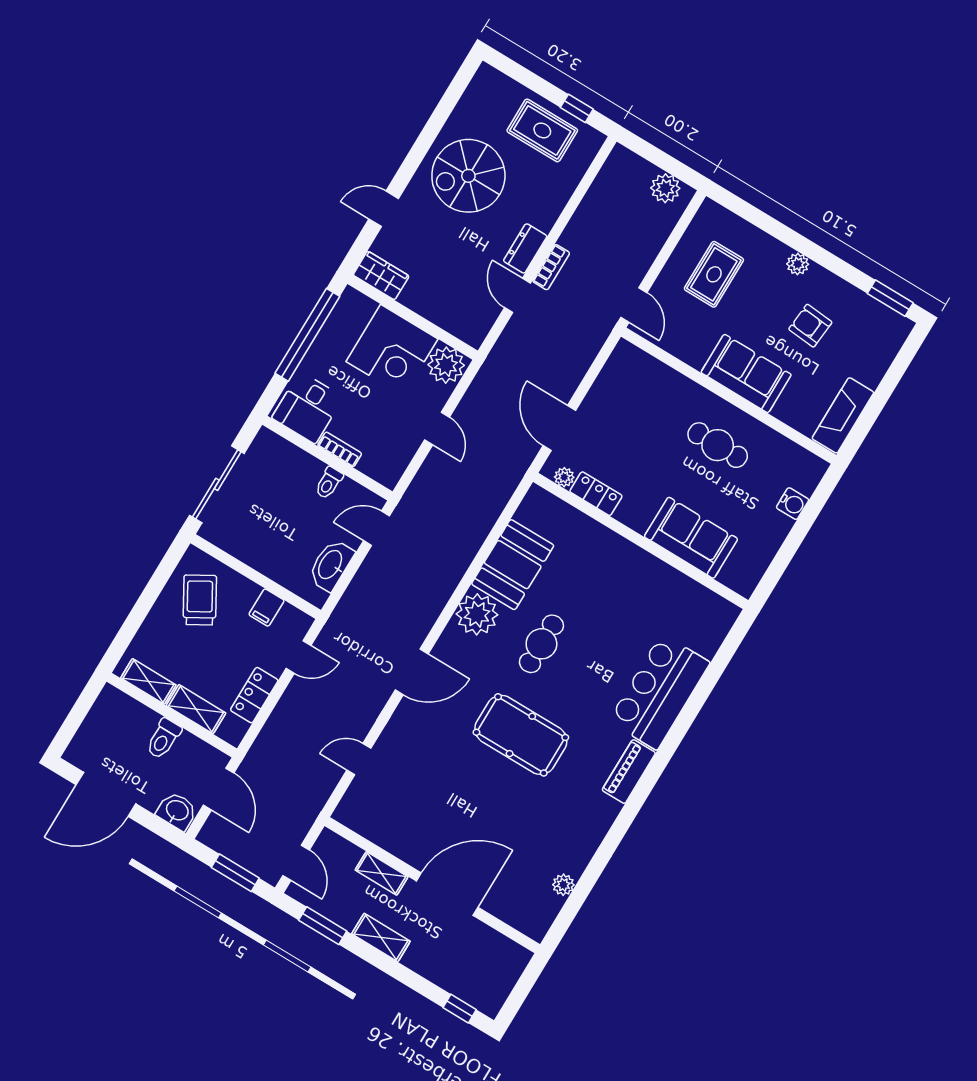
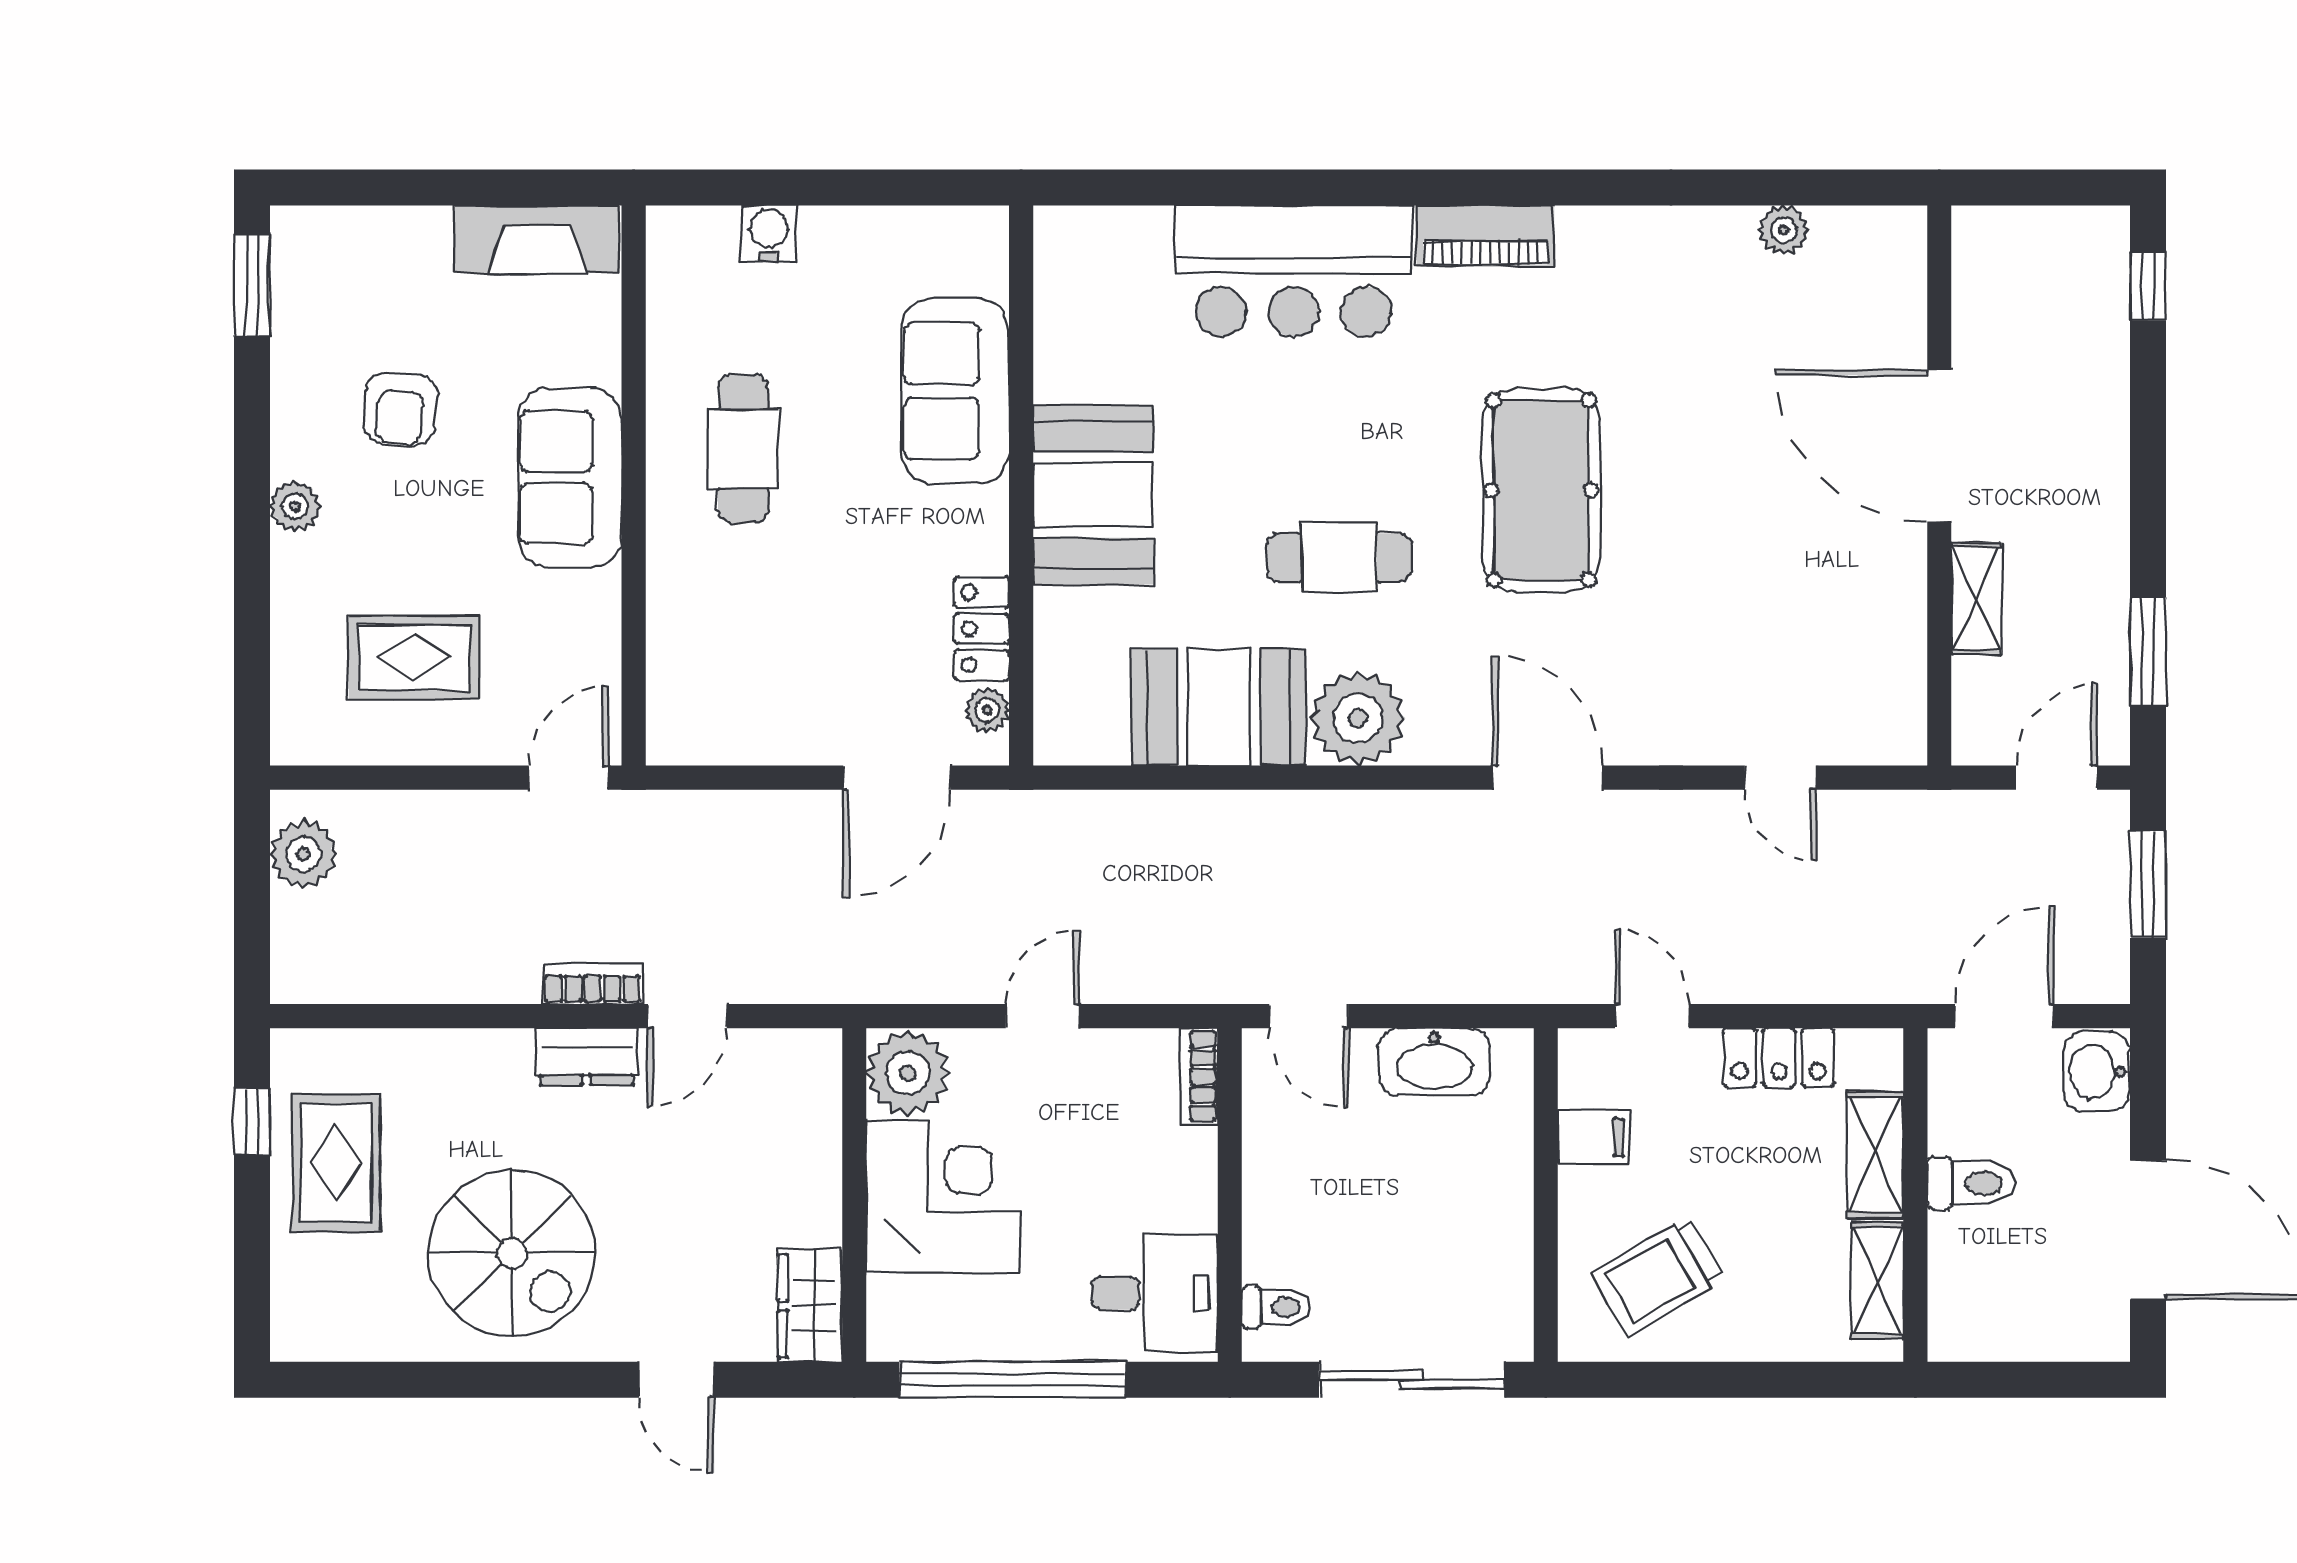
bookcase: (340, 449) -> (1199, 1076), moved
toilet: (329, 483) -> (1276, 1307), moved
booth: (621, 566) -> (1093, 495), added
shelving: (381, 938) -> (2102, 524), removed

